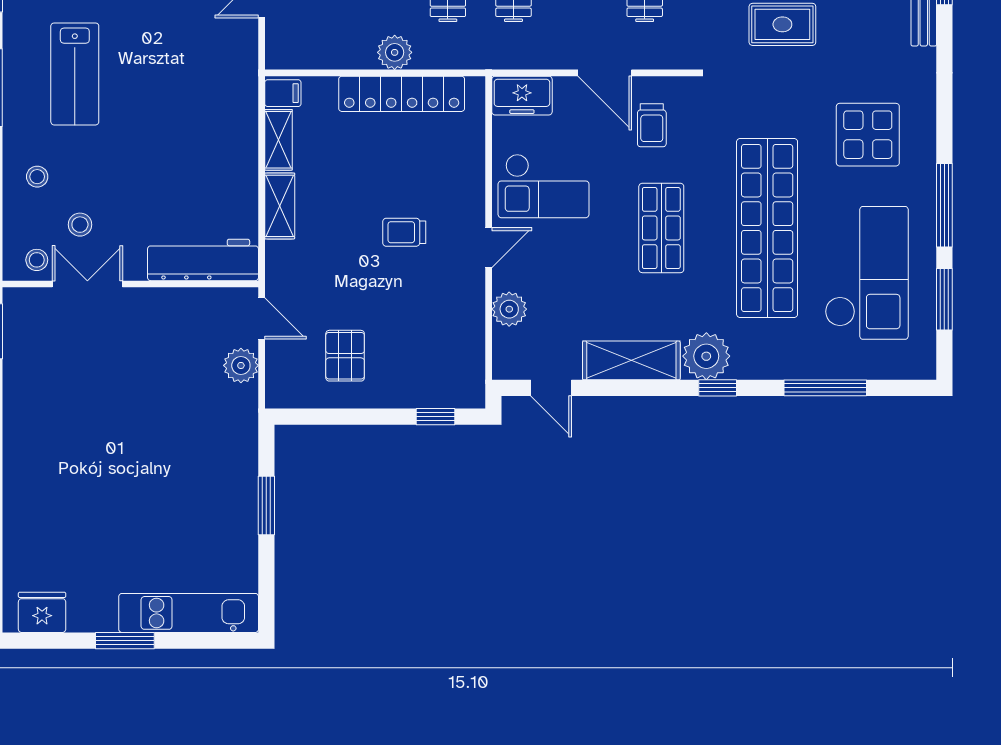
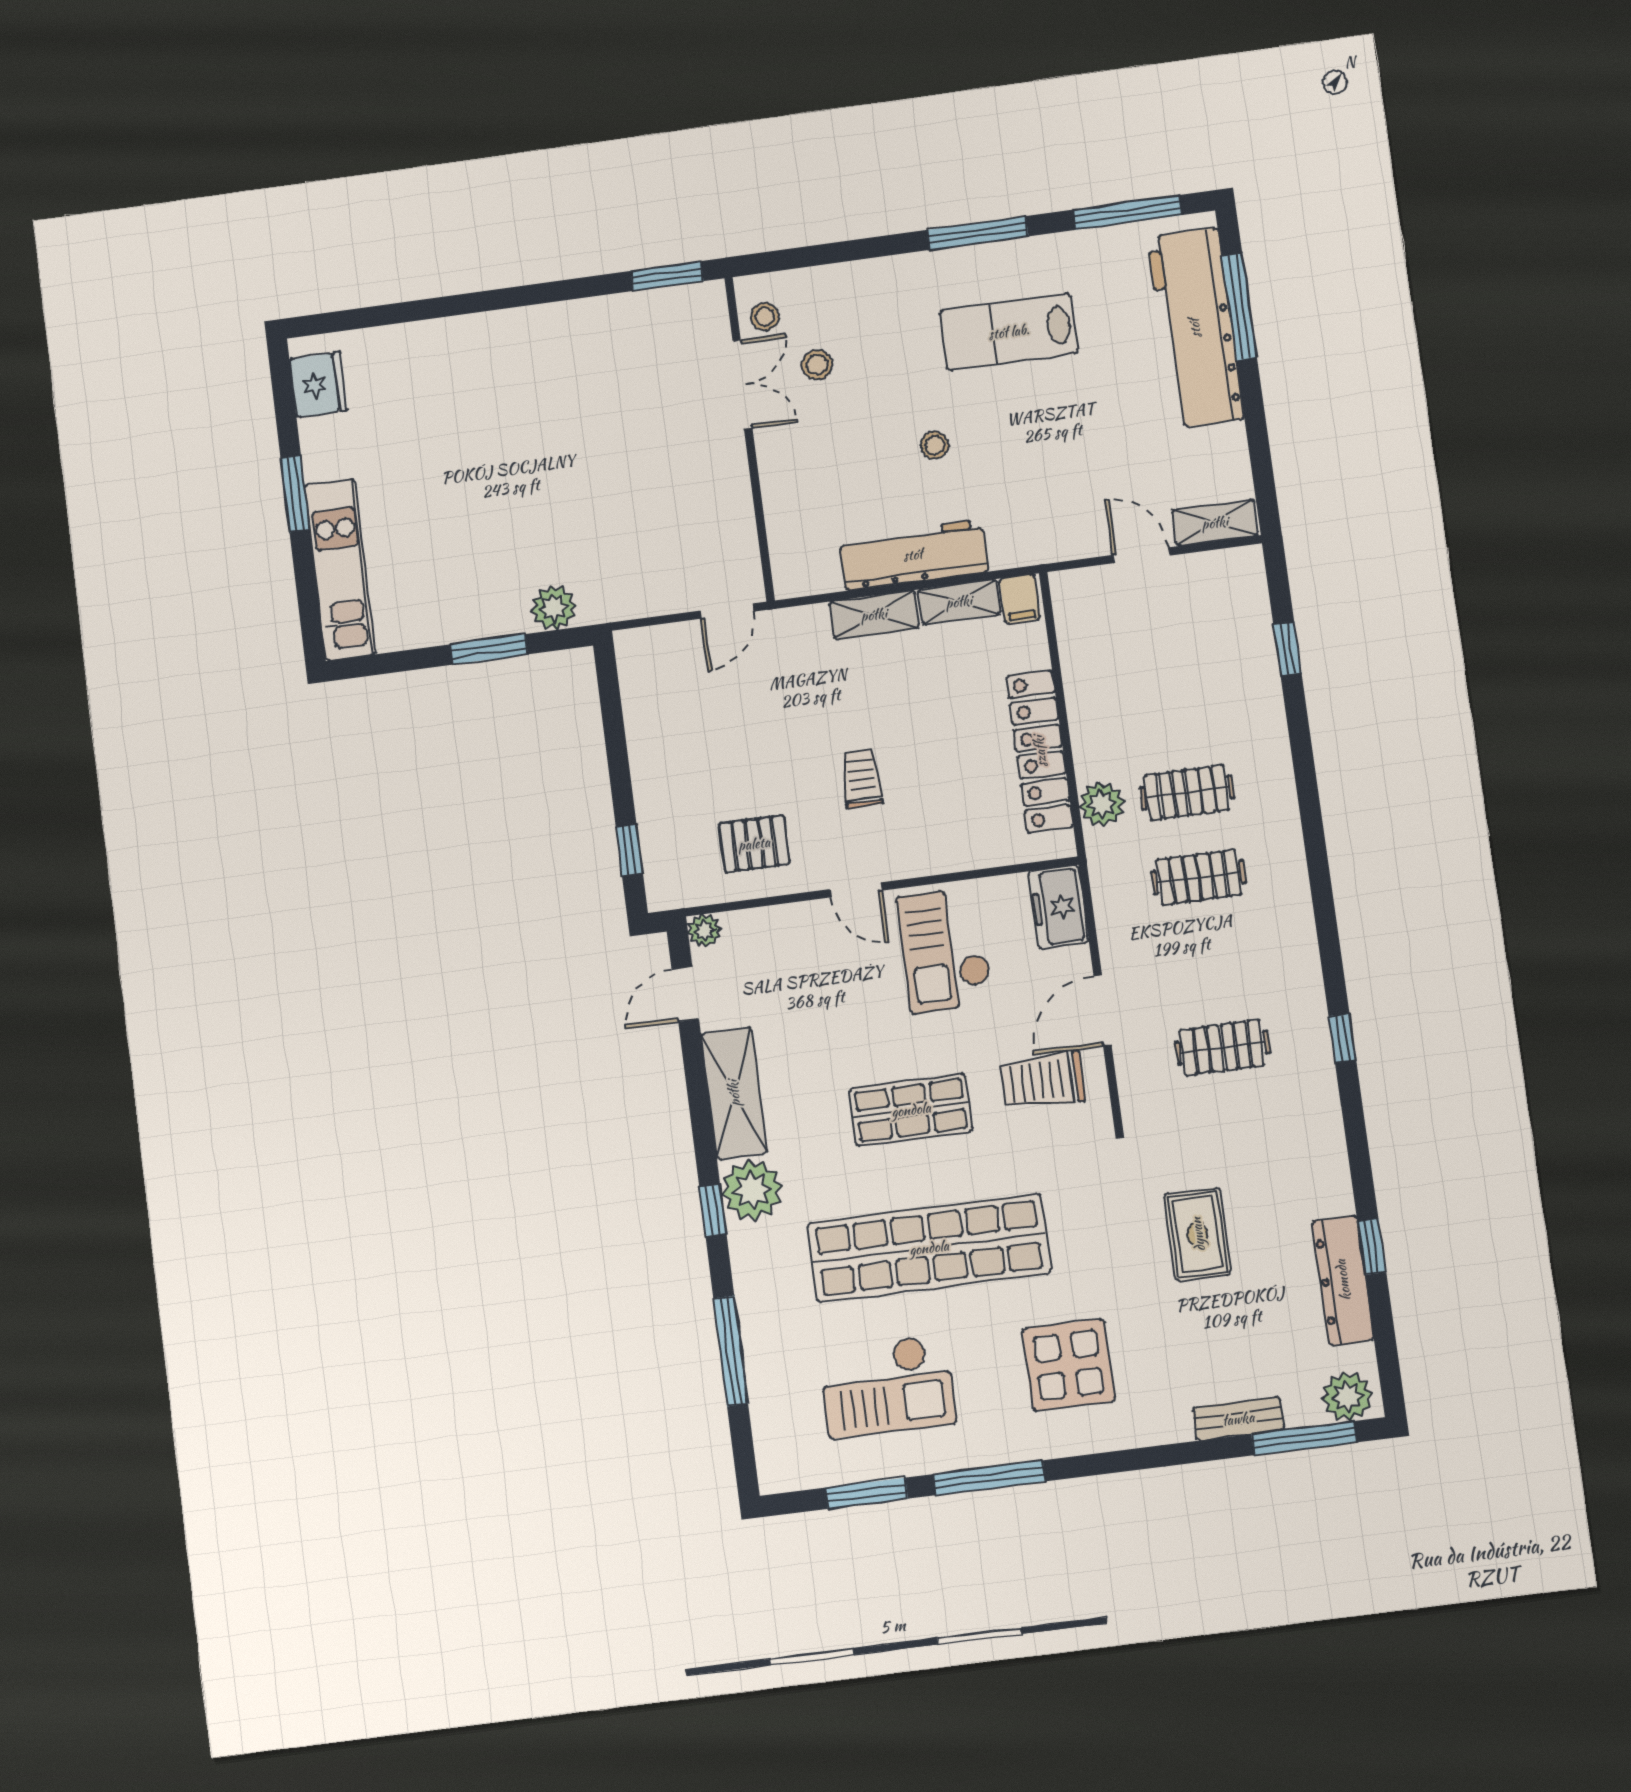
plant: (395, 52) -> (1102, 804), moved
trolley: (652, 125) -> (1043, 1080), width x1.36, depth x1.39
stool: (37, 177) -> (935, 445), moved
workbench: (203, 260) -> (913, 555), moved, turned -90
checkout: (867, 273) -> (887, 1386), width x0.73, depth x0.83
plant: (509, 309) -> (704, 930), moved, width x0.73, depth x0.73
pallet: (345, 356) -> (754, 844), moved
plant: (241, 365) -> (554, 608), moved

